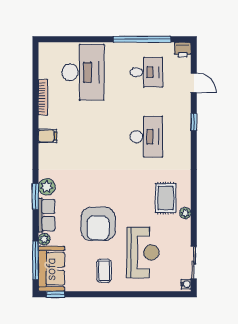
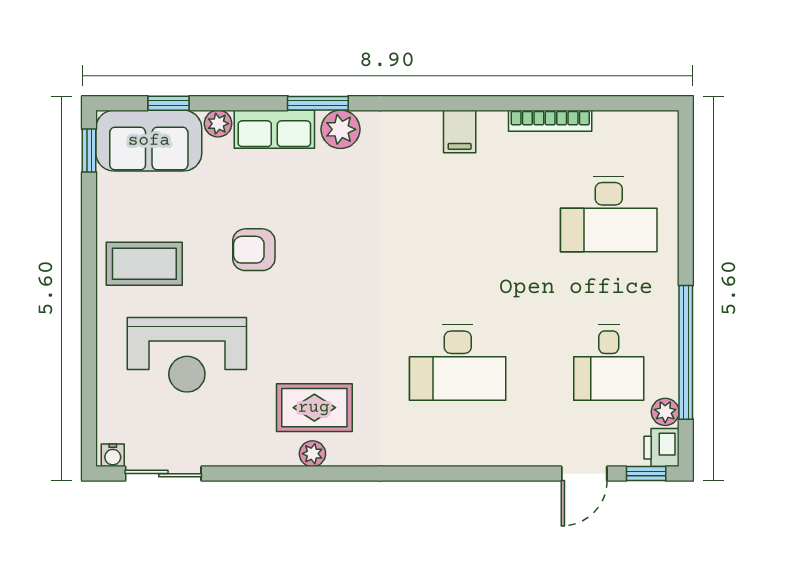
plant: (167, 48) -> (665, 412), added
desk: (83, 72) -> (609, 214), width x0.73, depth x0.77
window: (194, 122) -> (646, 474), moved
plant: (185, 213) -> (312, 454), moved
armchair: (98, 224) -> (254, 250), width x0.53, depth x0.53
window: (35, 260) -> (169, 103), width x0.46
coffee table: (104, 271) -> (144, 264), width x1.36, depth x1.30

